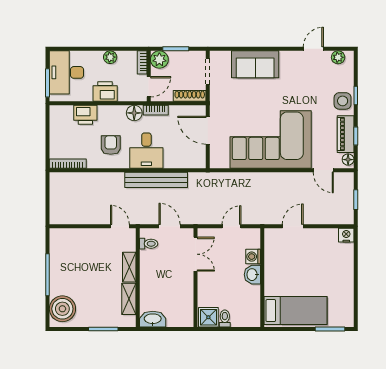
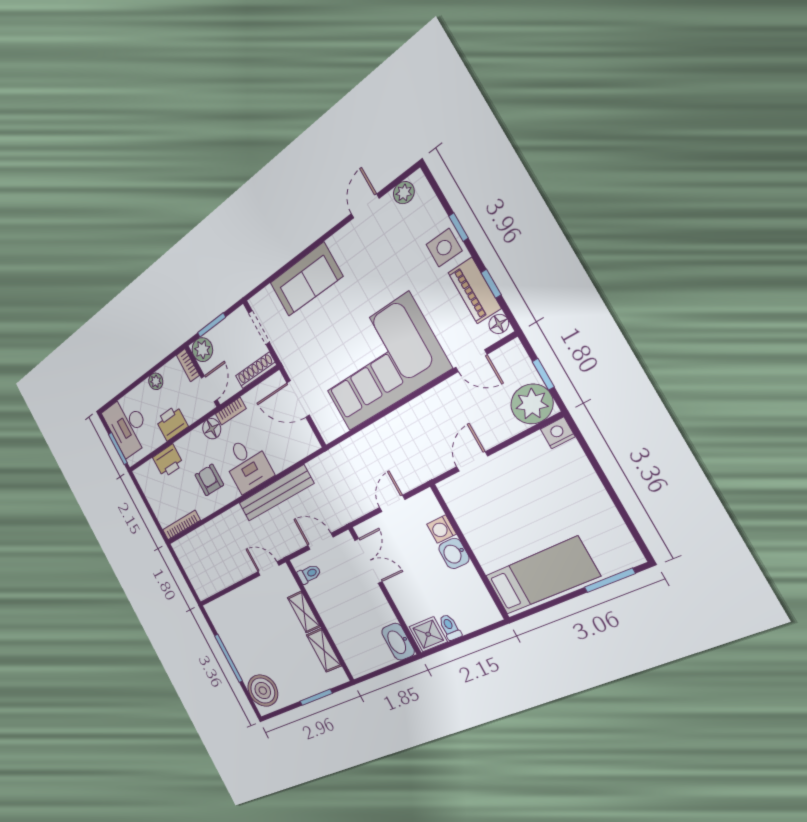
plant: (342, 212) -> (532, 404), added
washbasin: (153, 319) -> (398, 642), moved, turned -90

